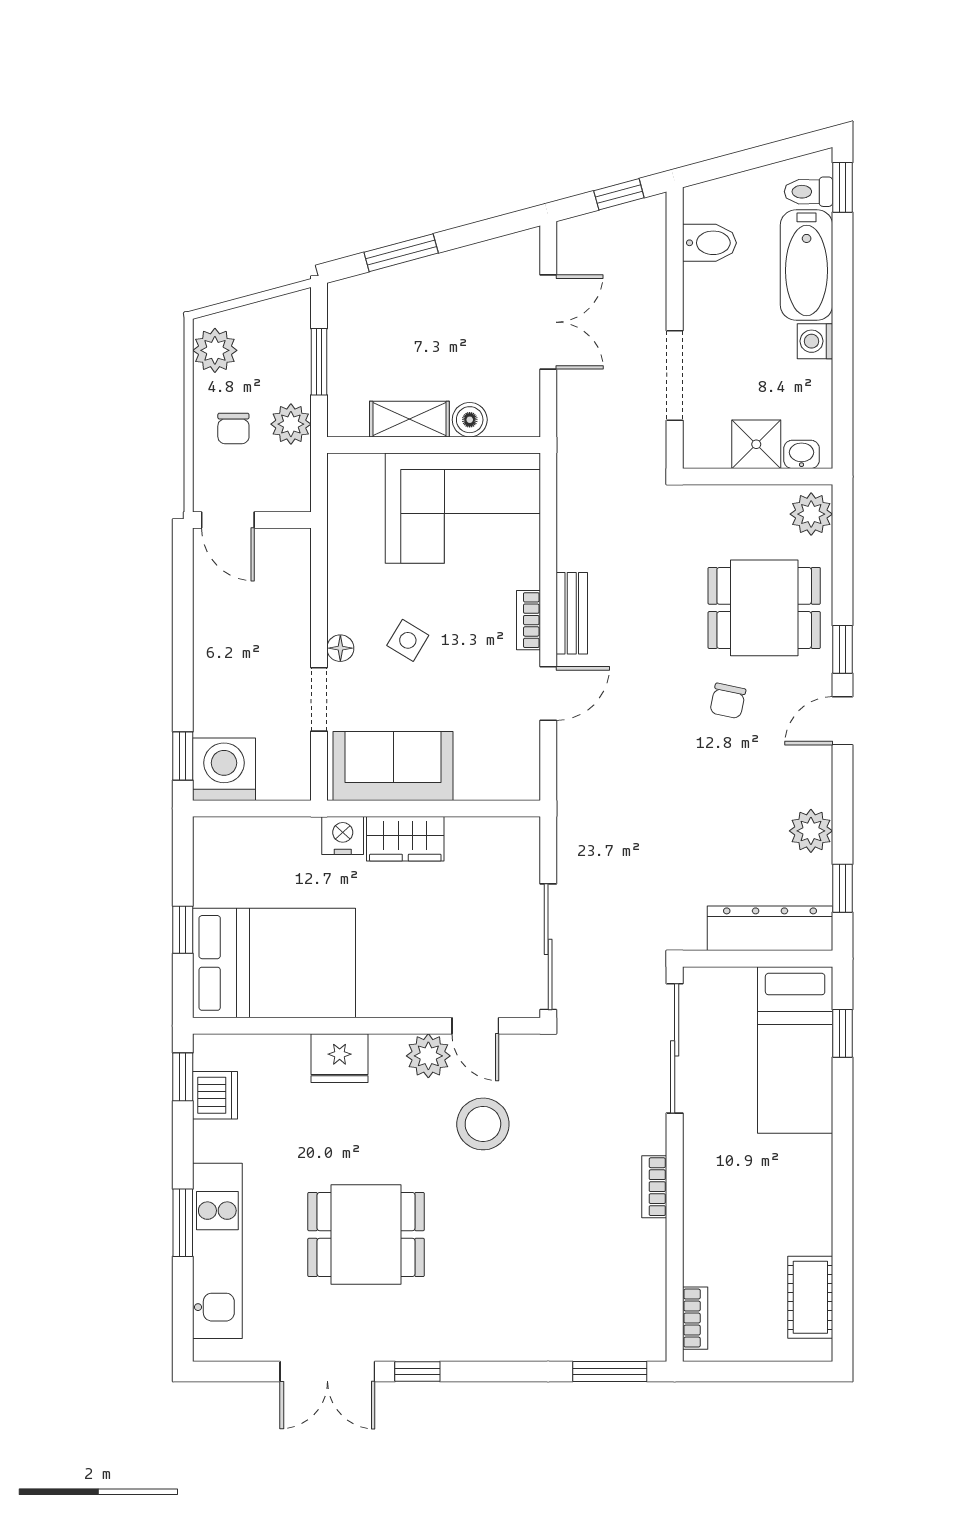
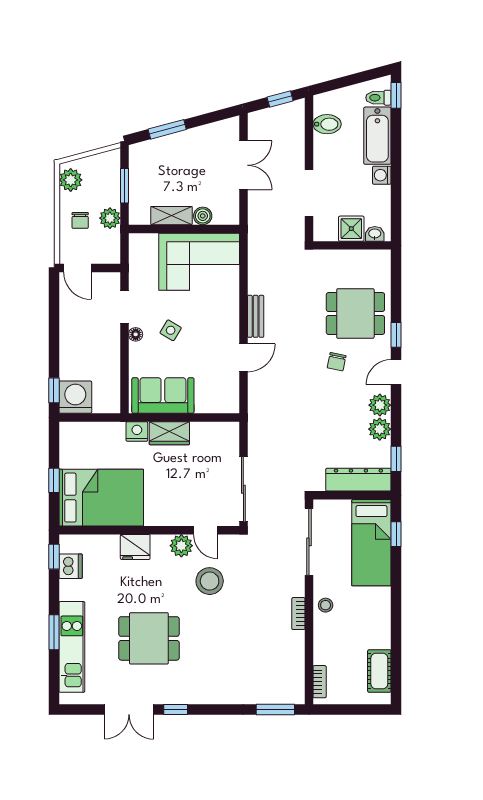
plant: (811, 514) -> (380, 405), moved
bookcase: (528, 620) -> (233, 320), removed
doorway: (319, 699) -> (125, 307), moved
stool: (707, 1170) -> (326, 605), added

